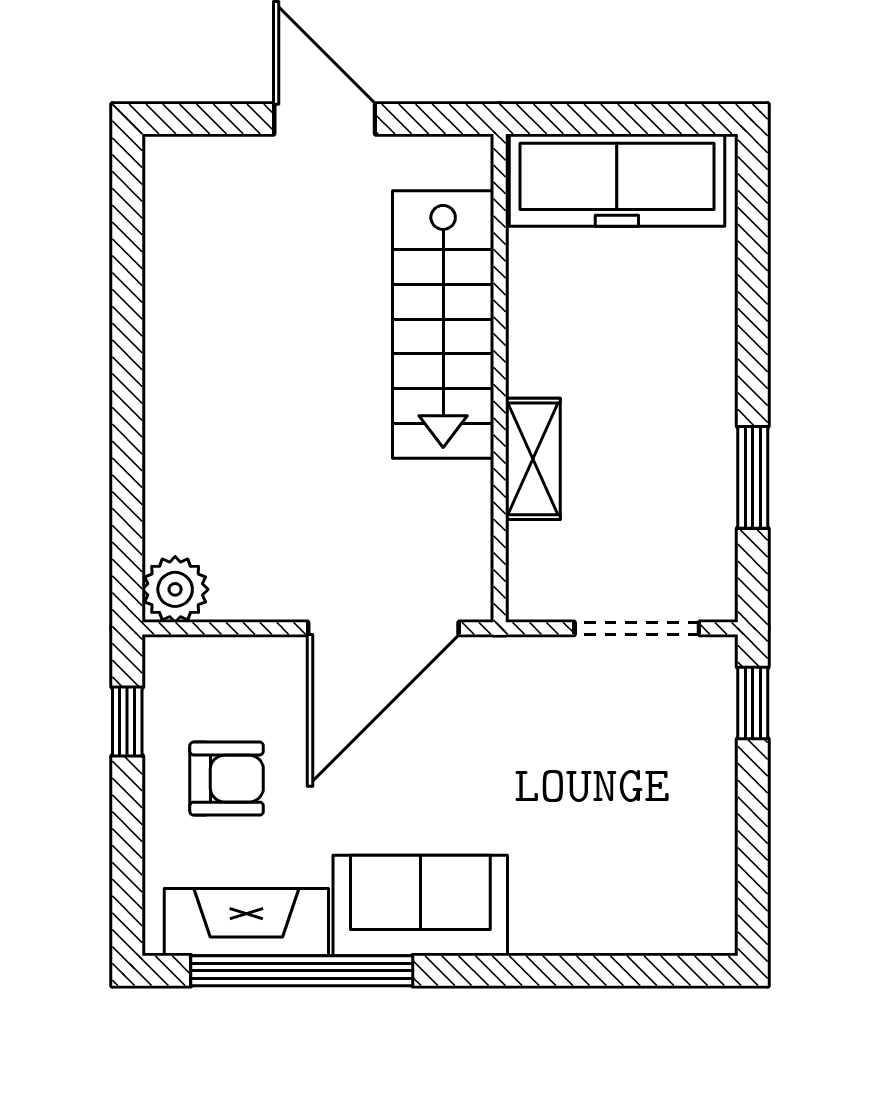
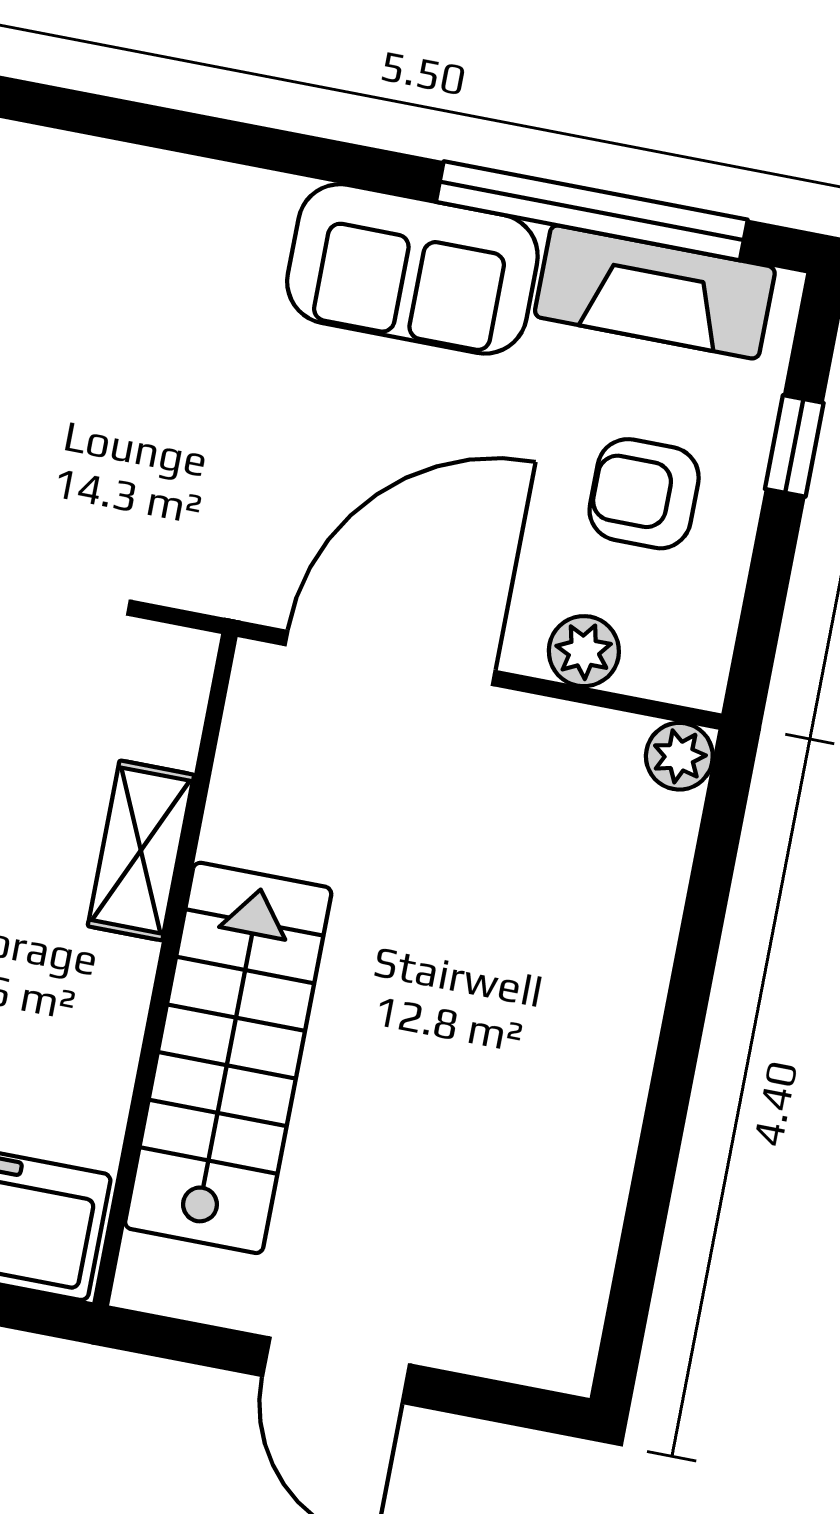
plant: (175, 589) -> (679, 756), width x0.73, depth x0.73
plant: (248, 659) -> (584, 651), added
window: (127, 721) -> (794, 446), moved

